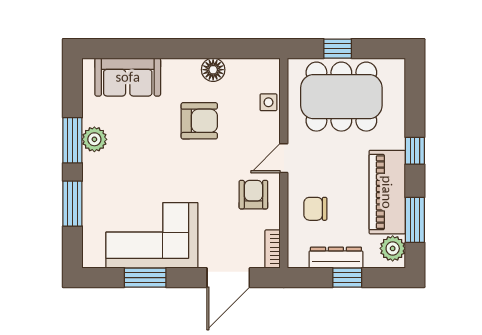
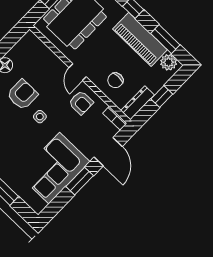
side table: (268, 102) -> (40, 117), moved
armchair: (253, 195) -> (81, 103), turned 180
dresser: (336, 258) -> (138, 103), moved
window: (145, 278) -> (80, 181), moved

